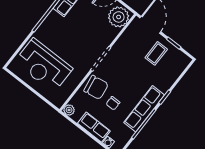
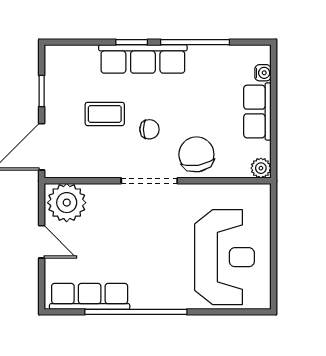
coffee table: (156, 53) -> (105, 114), moved
chair: (113, 103) -> (149, 129), moved
row of seats: (144, 109) -> (143, 59), moved

